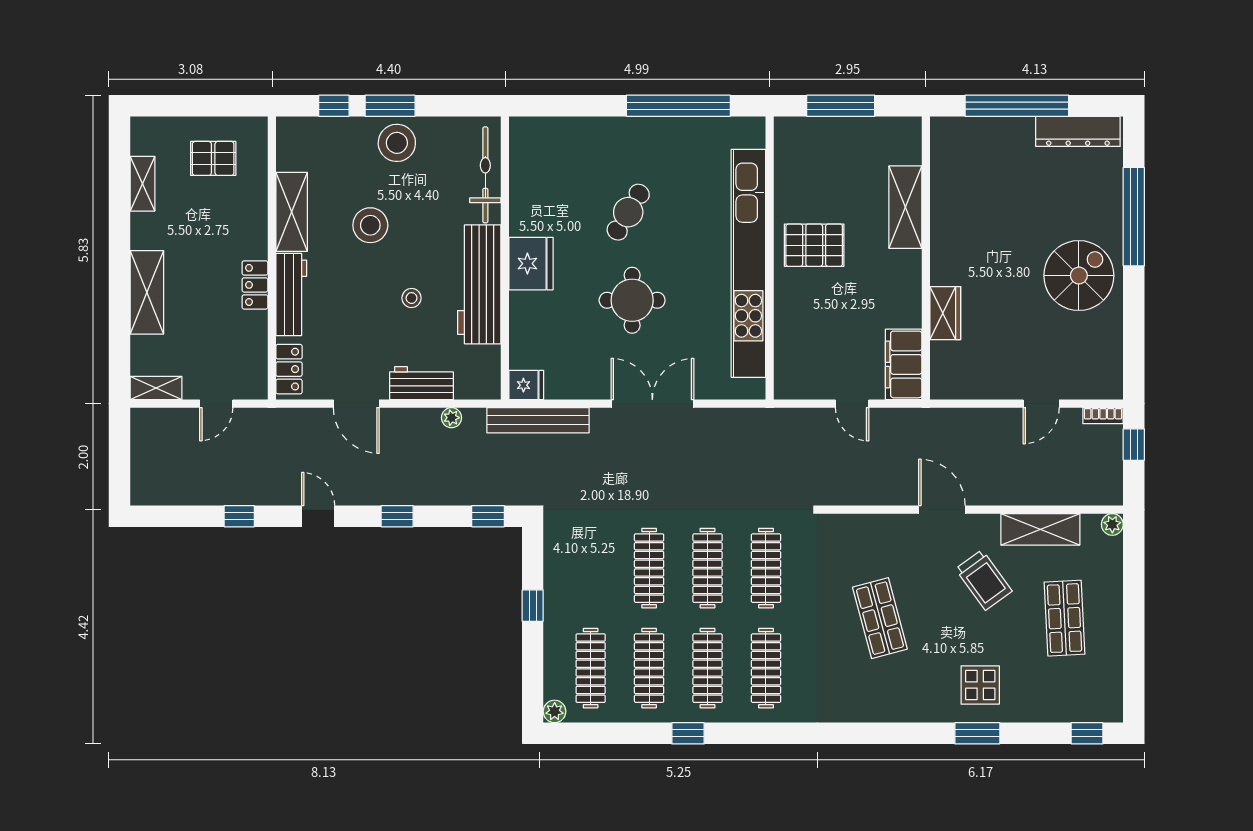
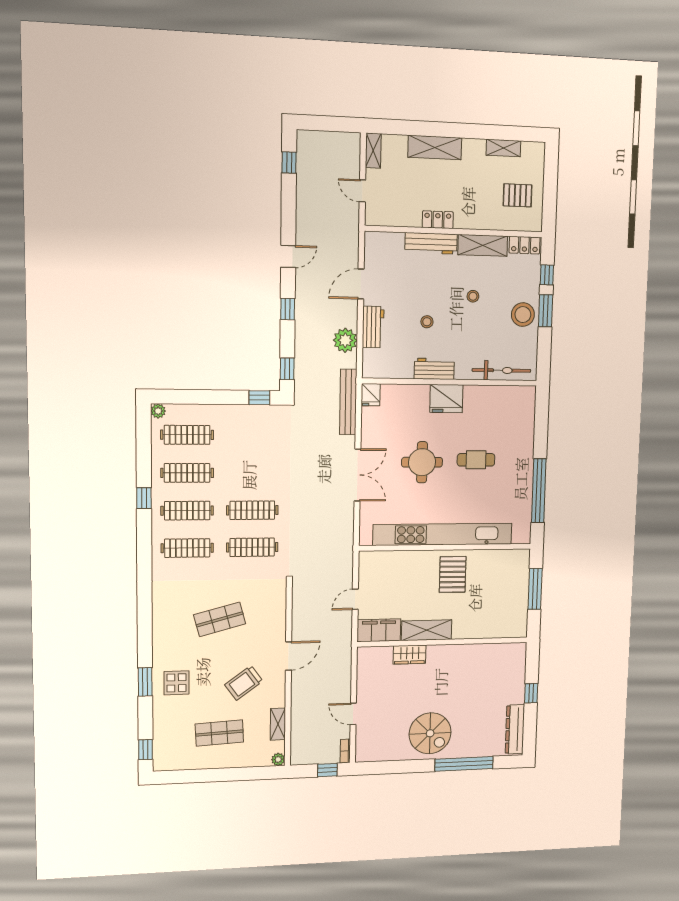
window: (1017, 106) -> (531, 693), width x0.32
pallet: (213, 158) -> (518, 195), turned 90
shelving: (905, 207) -> (427, 630), moved
cafe table: (628, 212) -> (476, 460), turned -31
stool: (370, 225) -> (473, 296), width x0.53, depth x0.53
workbench: (479, 284) -> (434, 369), width x0.53, depth x0.76
locker: (289, 369) -> (524, 245), moved
plant: (452, 418) -> (345, 340), width x1.88, depth x1.88
window: (239, 516) -> (289, 162), moved
shelving: (1040, 529) -> (278, 724), width x0.67, depth x0.75
clothes rail: (649, 568) -> (253, 473), removed
window: (533, 606) -> (259, 398), moved

